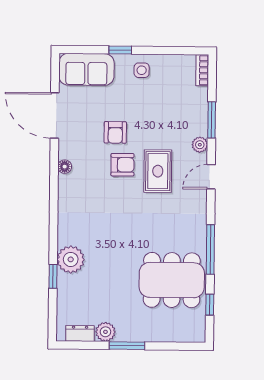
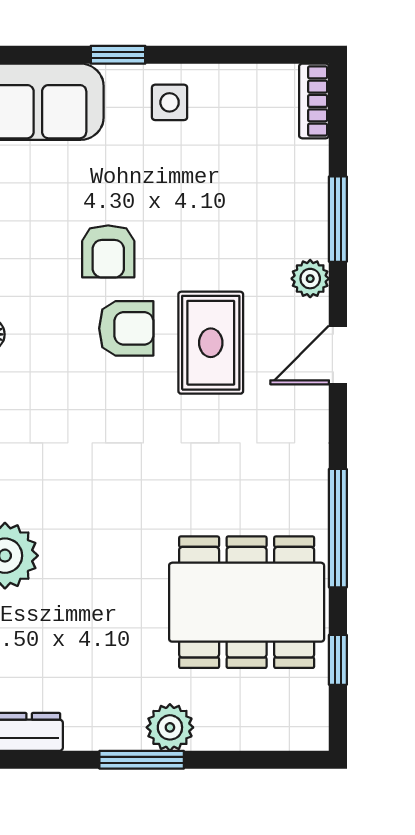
plant: (105, 332) -> (170, 727), moved

